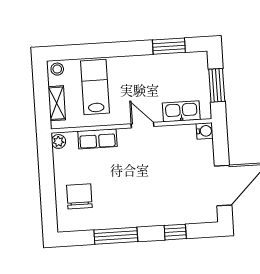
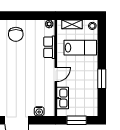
window: (169, 46) -> (102, 79), moved
water cooler: (205, 131) -> (39, 111), moved
chair: (79, 196) -> (16, 34), turned 90

